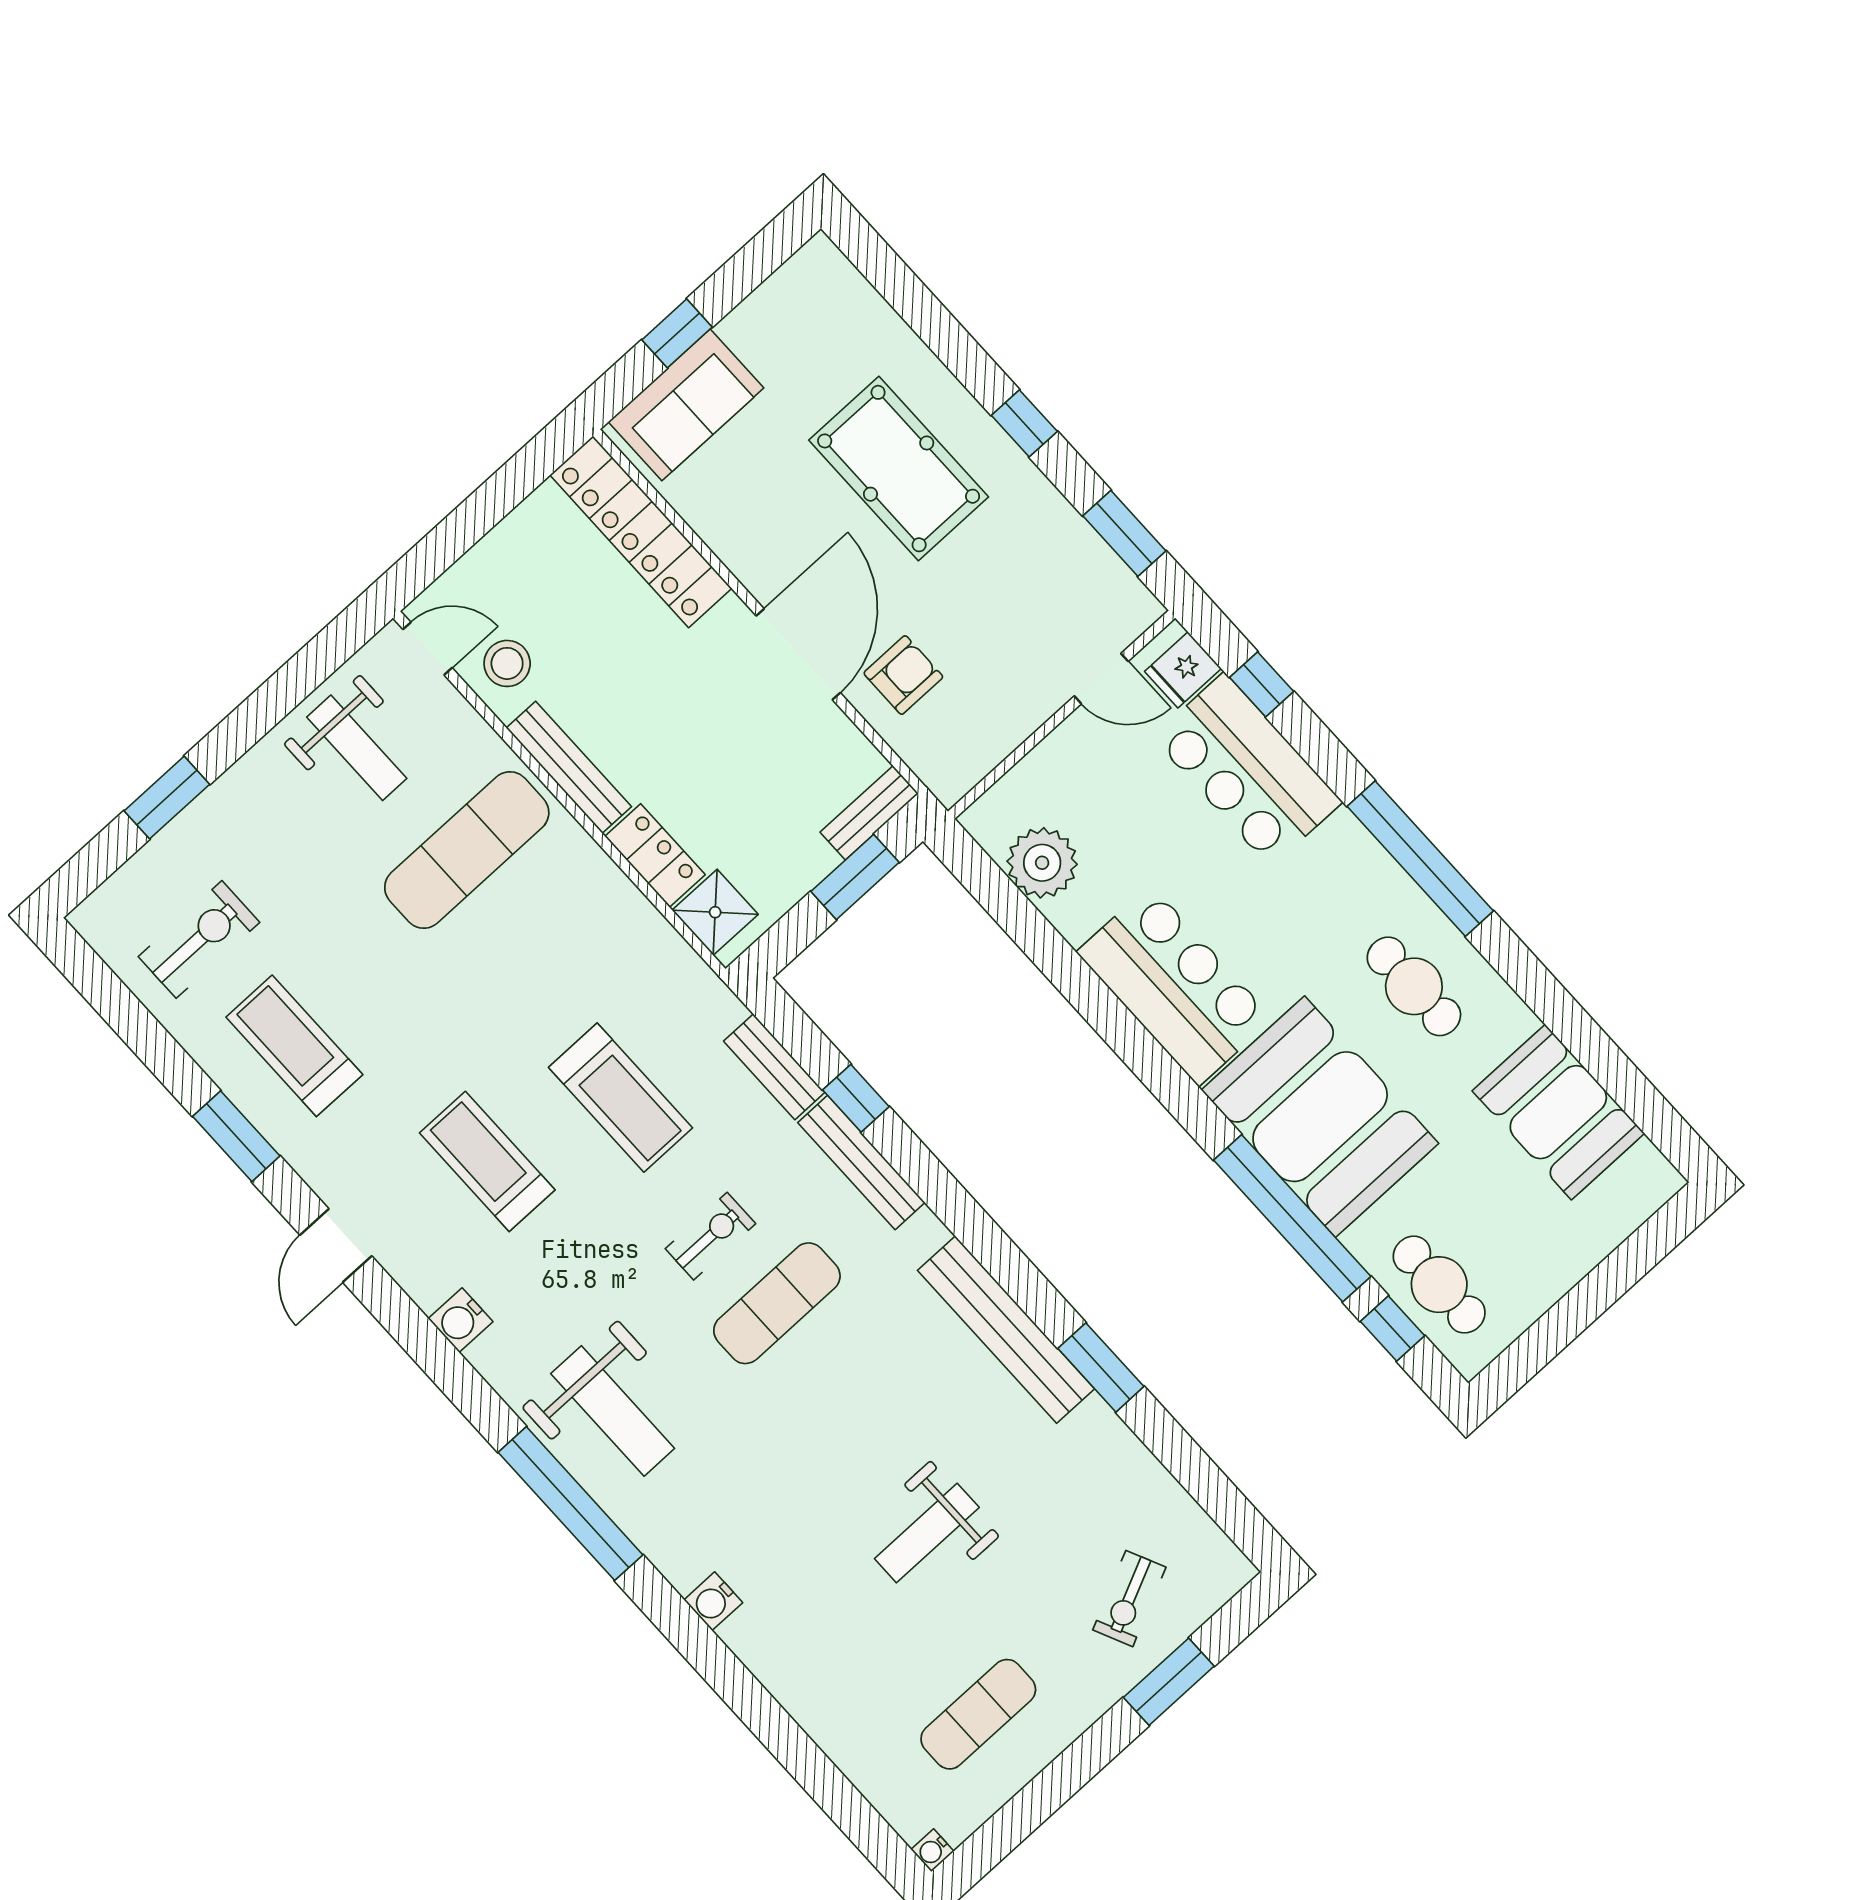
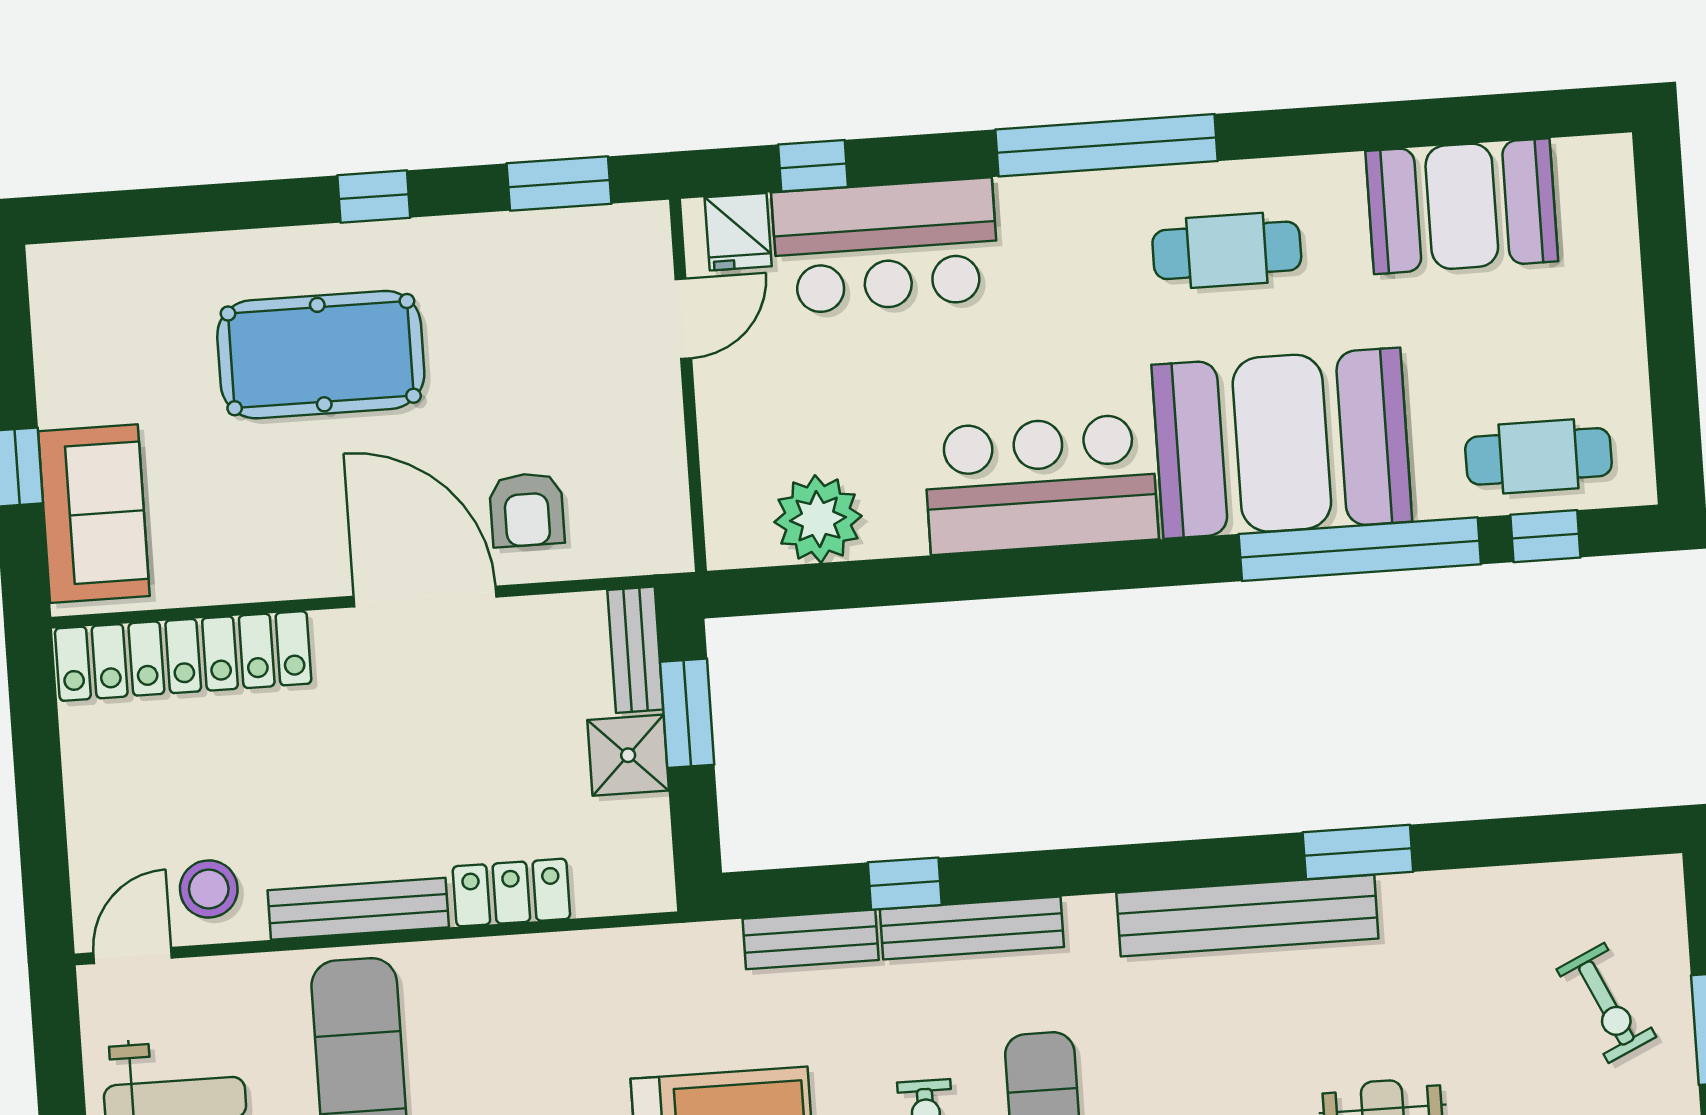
armchair: (903, 675) -> (527, 510), turned 180
shower: (715, 912) -> (628, 755), moved

